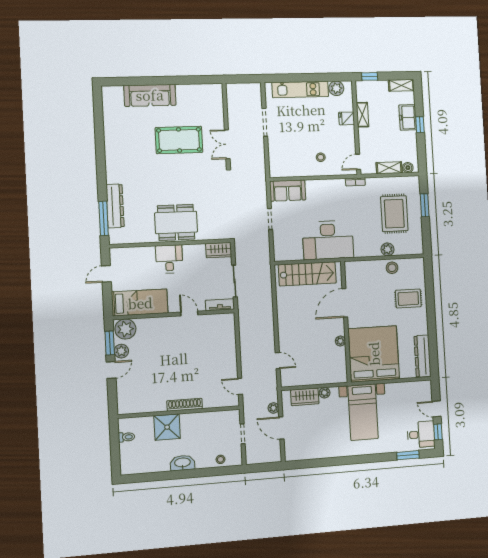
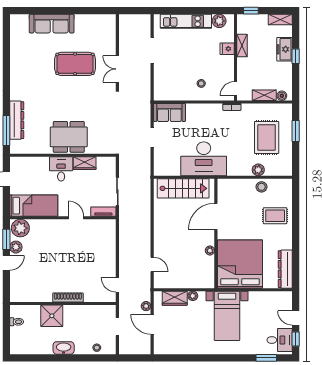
wardrobe: (219, 250) -> (85, 163), moved

